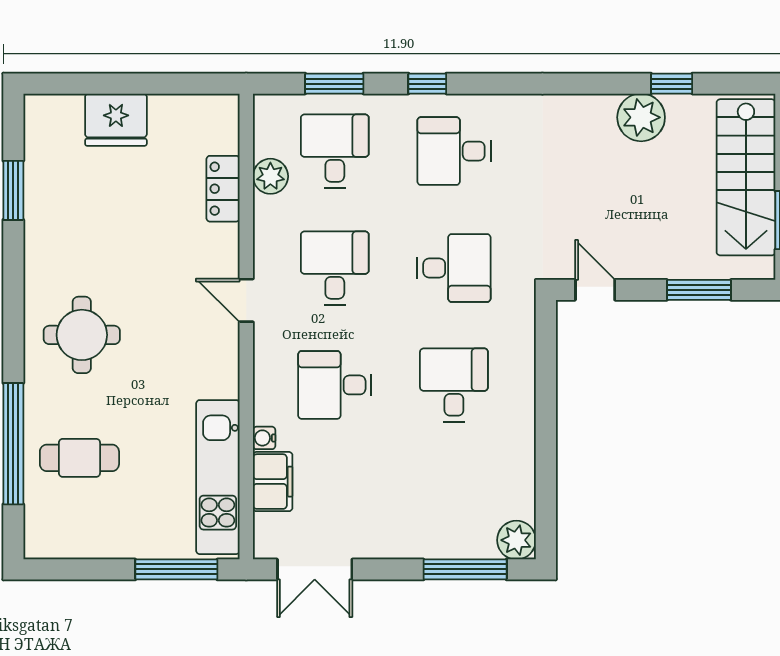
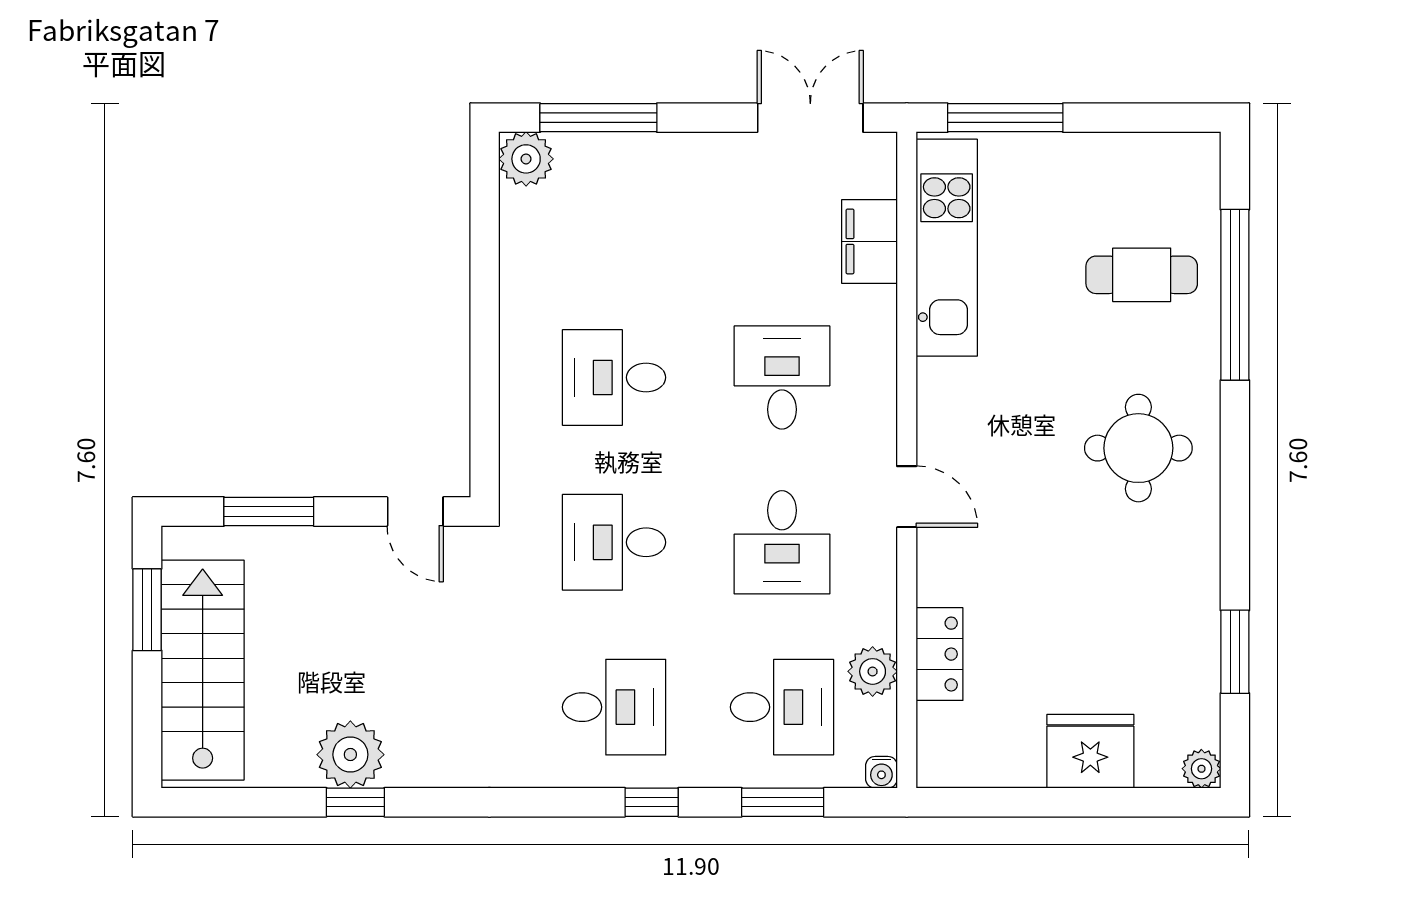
window: (672, 84) -> (355, 802), moved
plant: (37, 107) -> (1201, 769), added
desk: (335, 151) -> (782, 707), turned -90
desk: (335, 385) -> (782, 377), turned -90
desk: (454, 385) -> (614, 377), turned 90
water cooler: (264, 438) -> (881, 772), moved, turned 90

